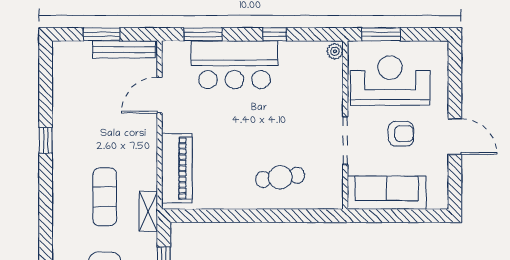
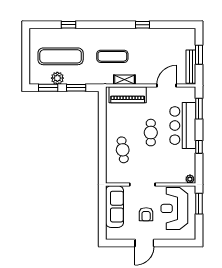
reception desk: (390, 81) -> (174, 208), turned 180
door: (160, 95) -> (167, 86), hinge flipped
cafe table: (248, 125) -> (151, 133), added
shelving: (148, 211) -> (124, 80), moved

